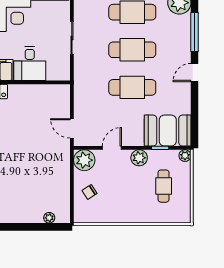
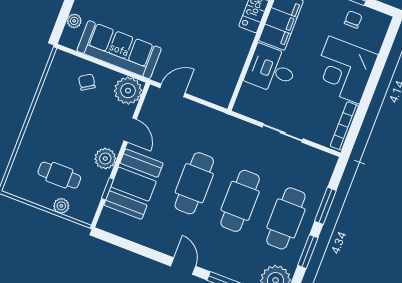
booth: (168, 131) -> (134, 184), moved
plant: (185, 156) -> (61, 206), moved
sofa: (57, 178) -> (119, 50), added

